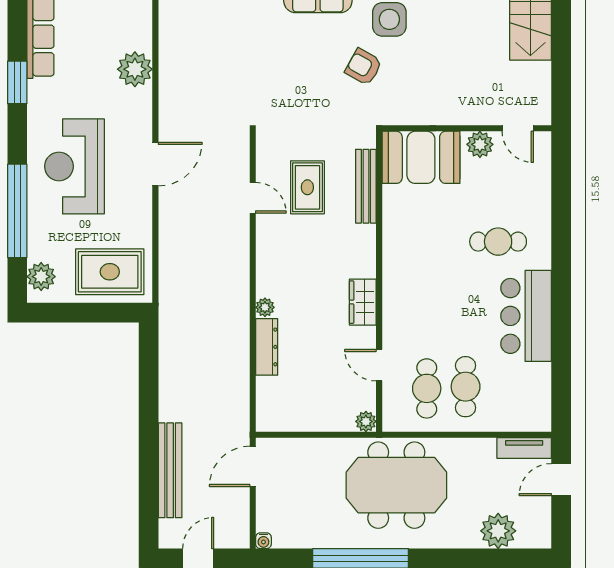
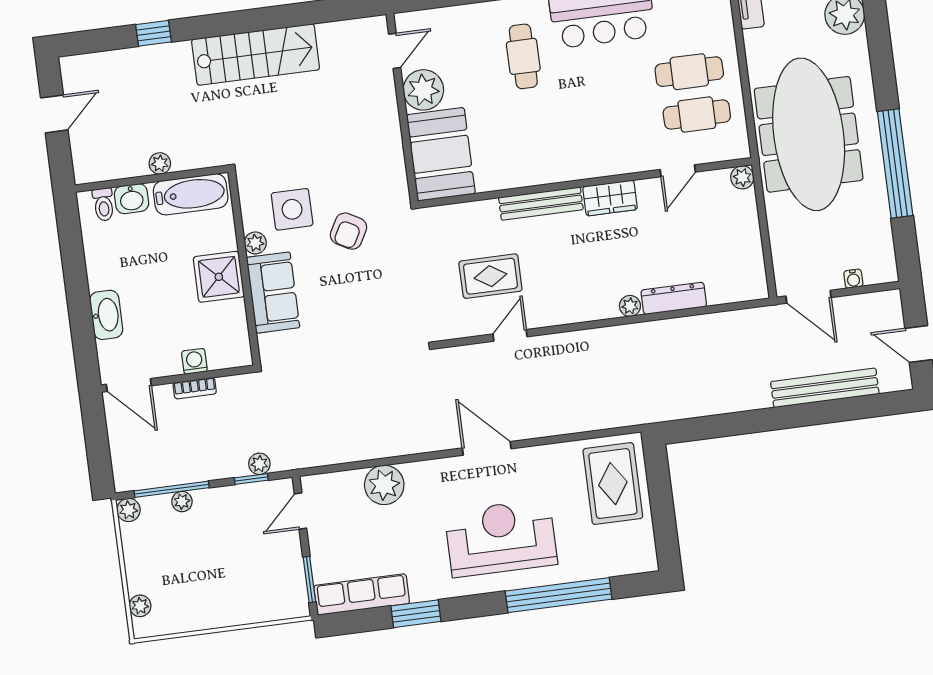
plant: (480, 144) -> (423, 90), width x1.36, depth x1.36
reception desk: (74, 166) -> (501, 538), turned 180
bench: (366, 186) -> (541, 203), moved
plant: (41, 277) -> (628, 559), removed
meeting table: (396, 485) -> (809, 134), width x1.36
water cooler: (263, 541) -> (853, 279), moved, turned 90

